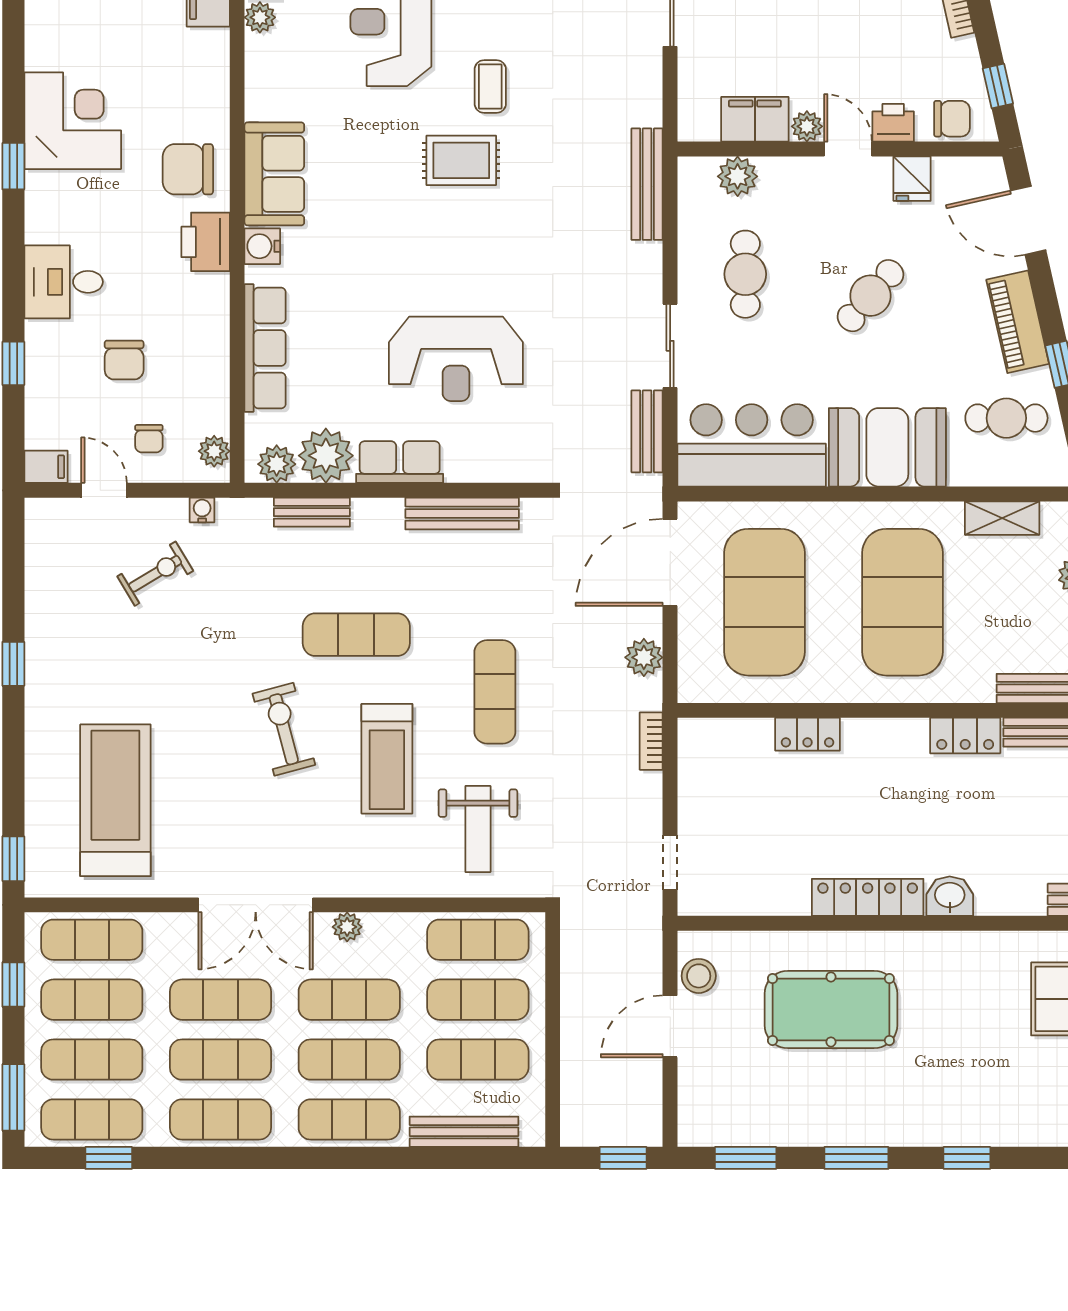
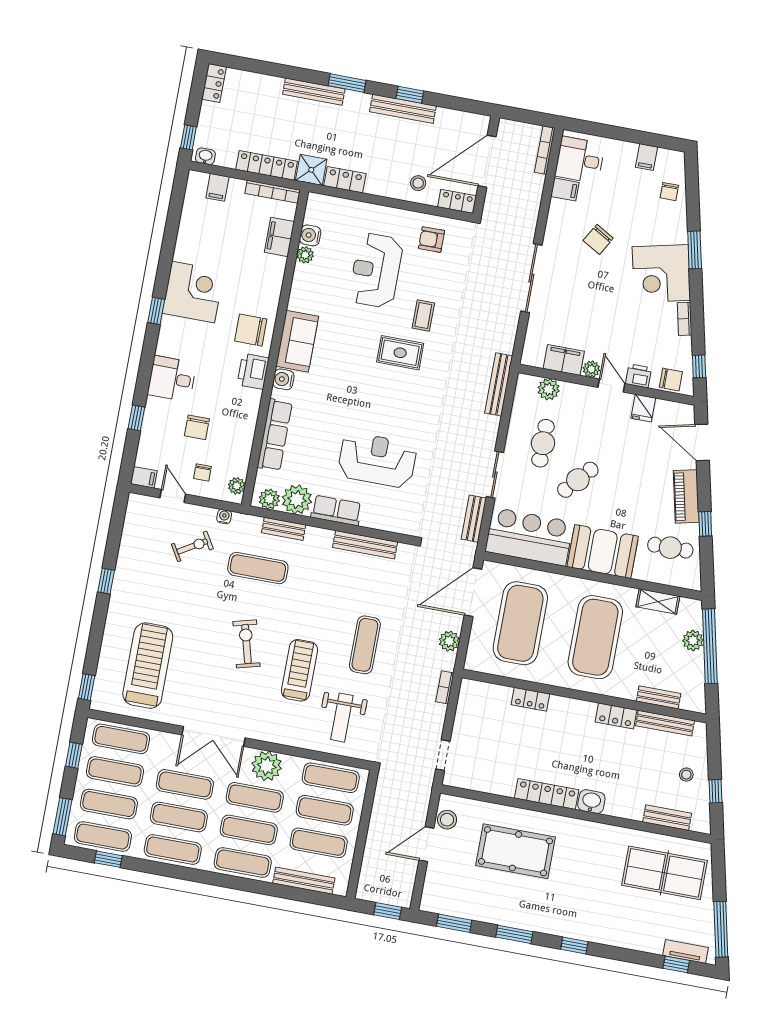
cafe table: (870, 296) -> (578, 480), moved
reception desk: (456, 359) -> (377, 460), turned 180
exercise mat: (356, 635) -> (258, 568), moved
treadmill: (387, 759) -> (300, 670), turned 180
plant: (347, 927) -> (267, 766), width x1.88, depth x1.88

